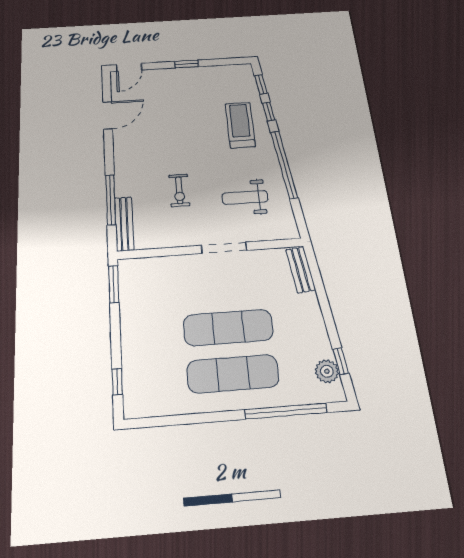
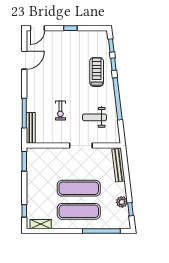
bench: (301, 270) -> (118, 165), width x1.36
plant: (327, 371) -> (122, 202), moved
shelving: (154, 407) -> (41, 224), added

